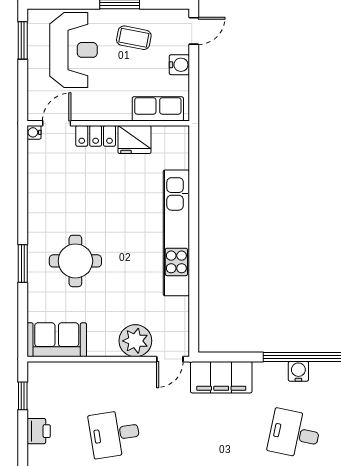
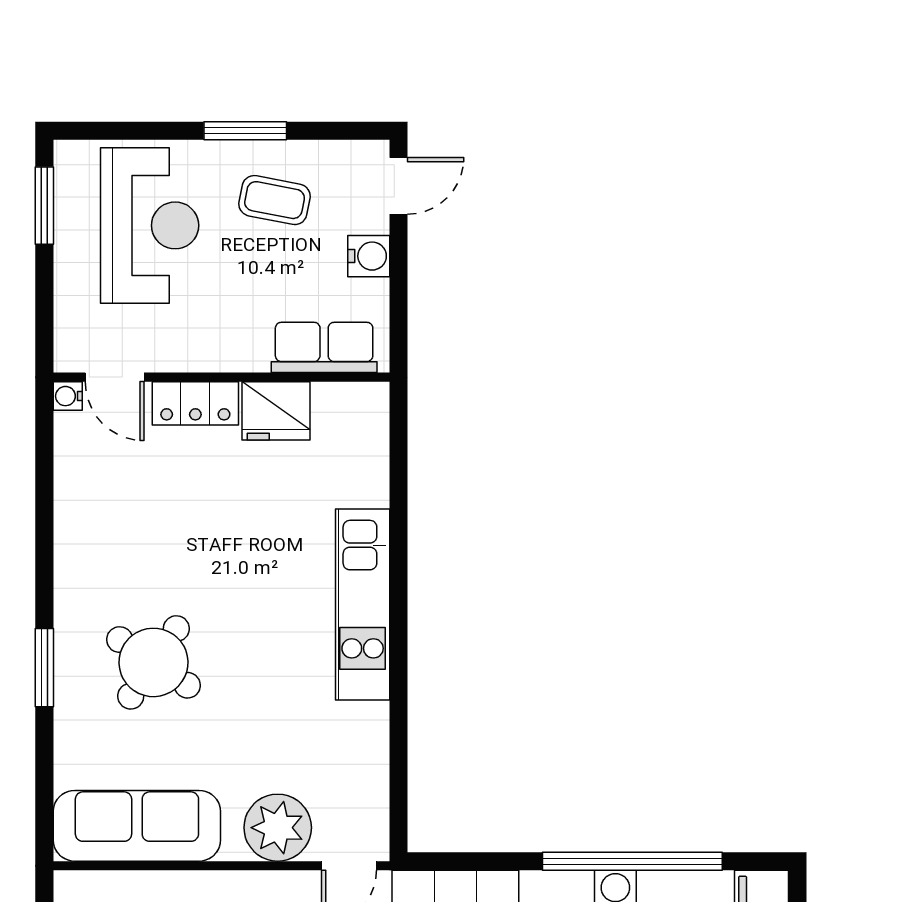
door: (57, 123) -> (115, 377), swing flipped
kitchen unit: (176, 233) -> (363, 604), width x0.73
round table: (75, 261) -> (153, 662), turned 34
sofa: (57, 340) -> (137, 826), width x1.36

